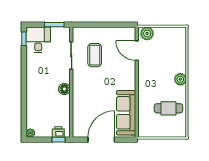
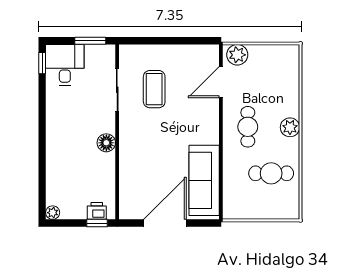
door: (137, 51) -> (221, 82), hinge flipped
cafe table: (154, 79) -> (248, 127), added

